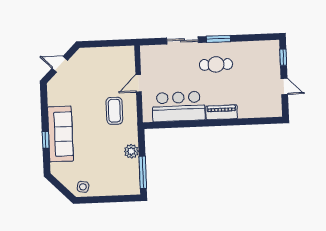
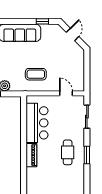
sliding door: (183, 40) -> (87, 117), moved
door: (139, 83) -> (66, 93), moved
window: (46, 140) -> (42, 21), moved

